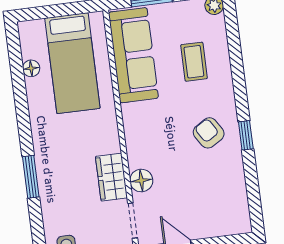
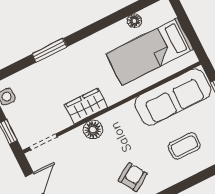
wardrobe: (111, 177) -> (86, 106), moved
floor lamp: (141, 181) -> (93, 130), moved

